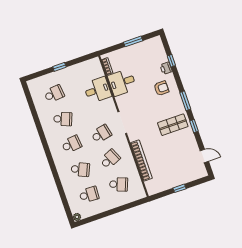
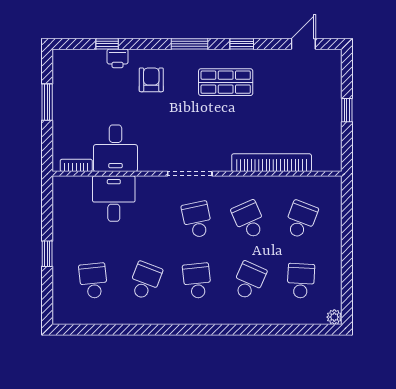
shop shelf: (173, 125) -> (226, 82), turned 90

